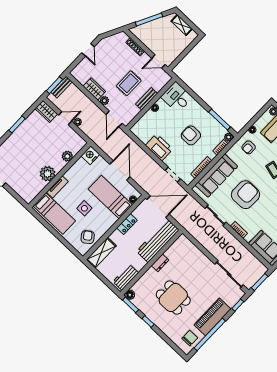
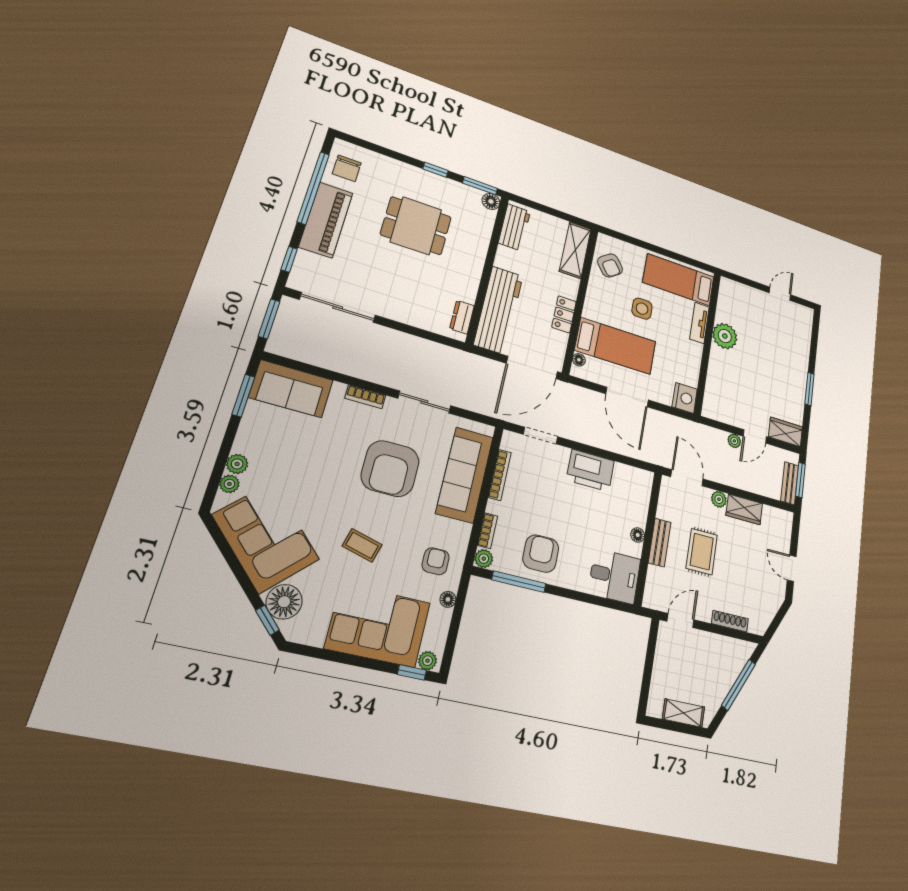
armchair: (191, 135) -> (541, 554), moved, turned -90
plant: (67, 156) -> (715, 378), removed
dresser: (160, 263) -> (462, 317), moved

